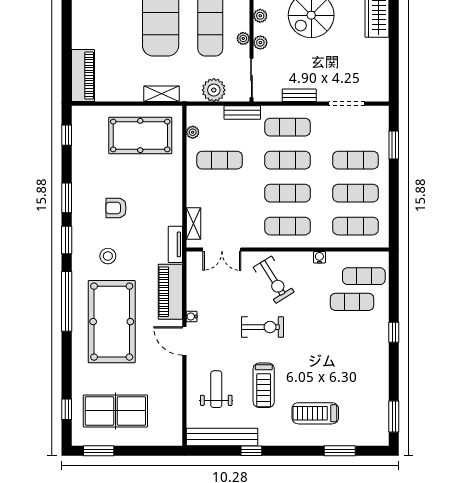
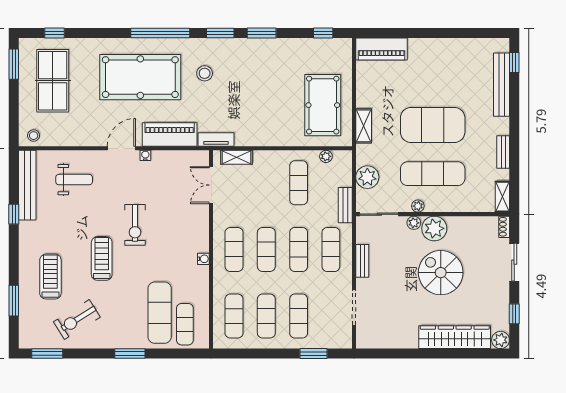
plant: (260, 16) -> (434, 228), width x1.88, depth x1.88
armchair: (116, 208) -> (252, 81), removed
water cooler: (319, 257) -> (203, 259), moved
exercise bike: (274, 280) -> (77, 320), moved
exercise mat: (352, 302) -> (160, 313), width x1.36, depth x1.45
window: (394, 332) -> (130, 354), width x1.50
treadmill: (264, 385) -> (102, 258), moved, turned 90
stool: (171, 431) -> (34, 136), added

